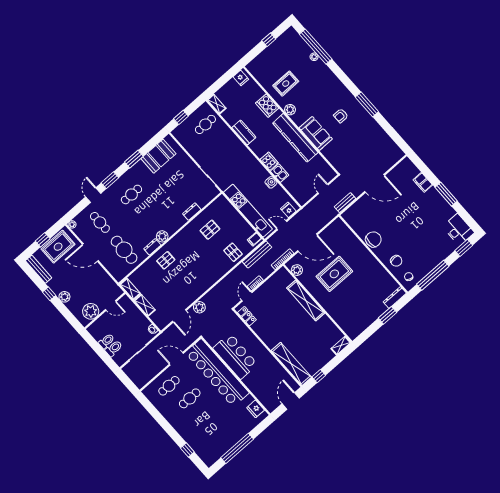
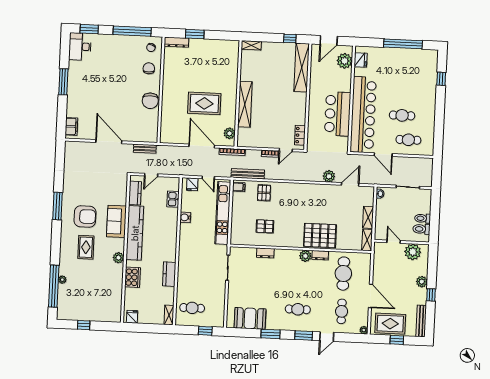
rug: (286, 84) -> (86, 247), moved, turned 90
armchair: (341, 116) -> (85, 216), width x1.88, depth x1.88
cooker: (269, 161) -> (171, 234), removed
kitchen counter: (322, 165) -> (135, 193), added
kitchen sink: (280, 173) -> (173, 199), moved
filing cabinet: (423, 182) -> (71, 126), moved
chair: (373, 239) -> (150, 101), turned -90
pallet: (166, 260) -> (320, 235), width x2.05, depth x2.00
toilet: (114, 348) -> (421, 229), moved
plant: (266, 397) -> (345, 61), added

